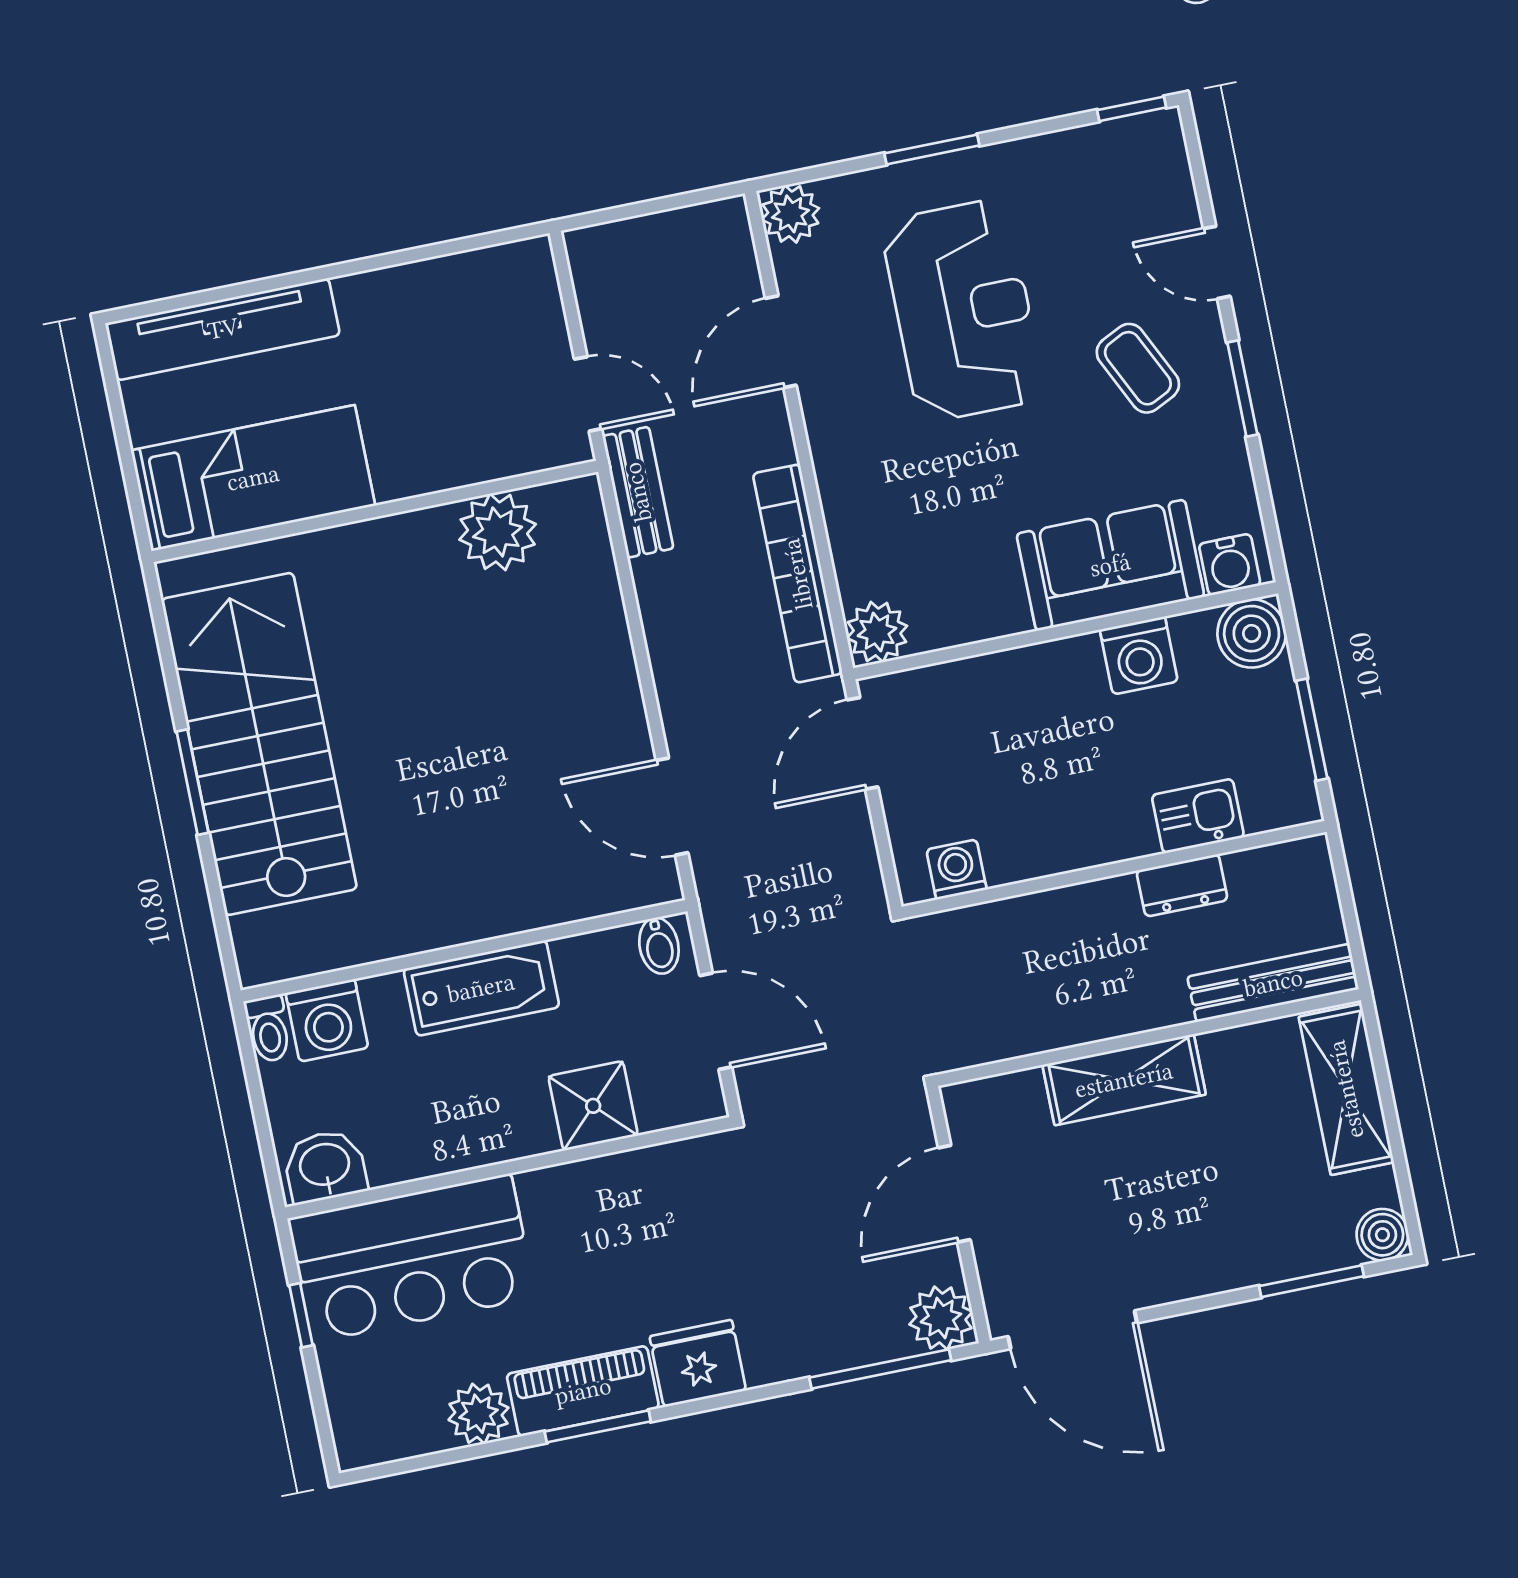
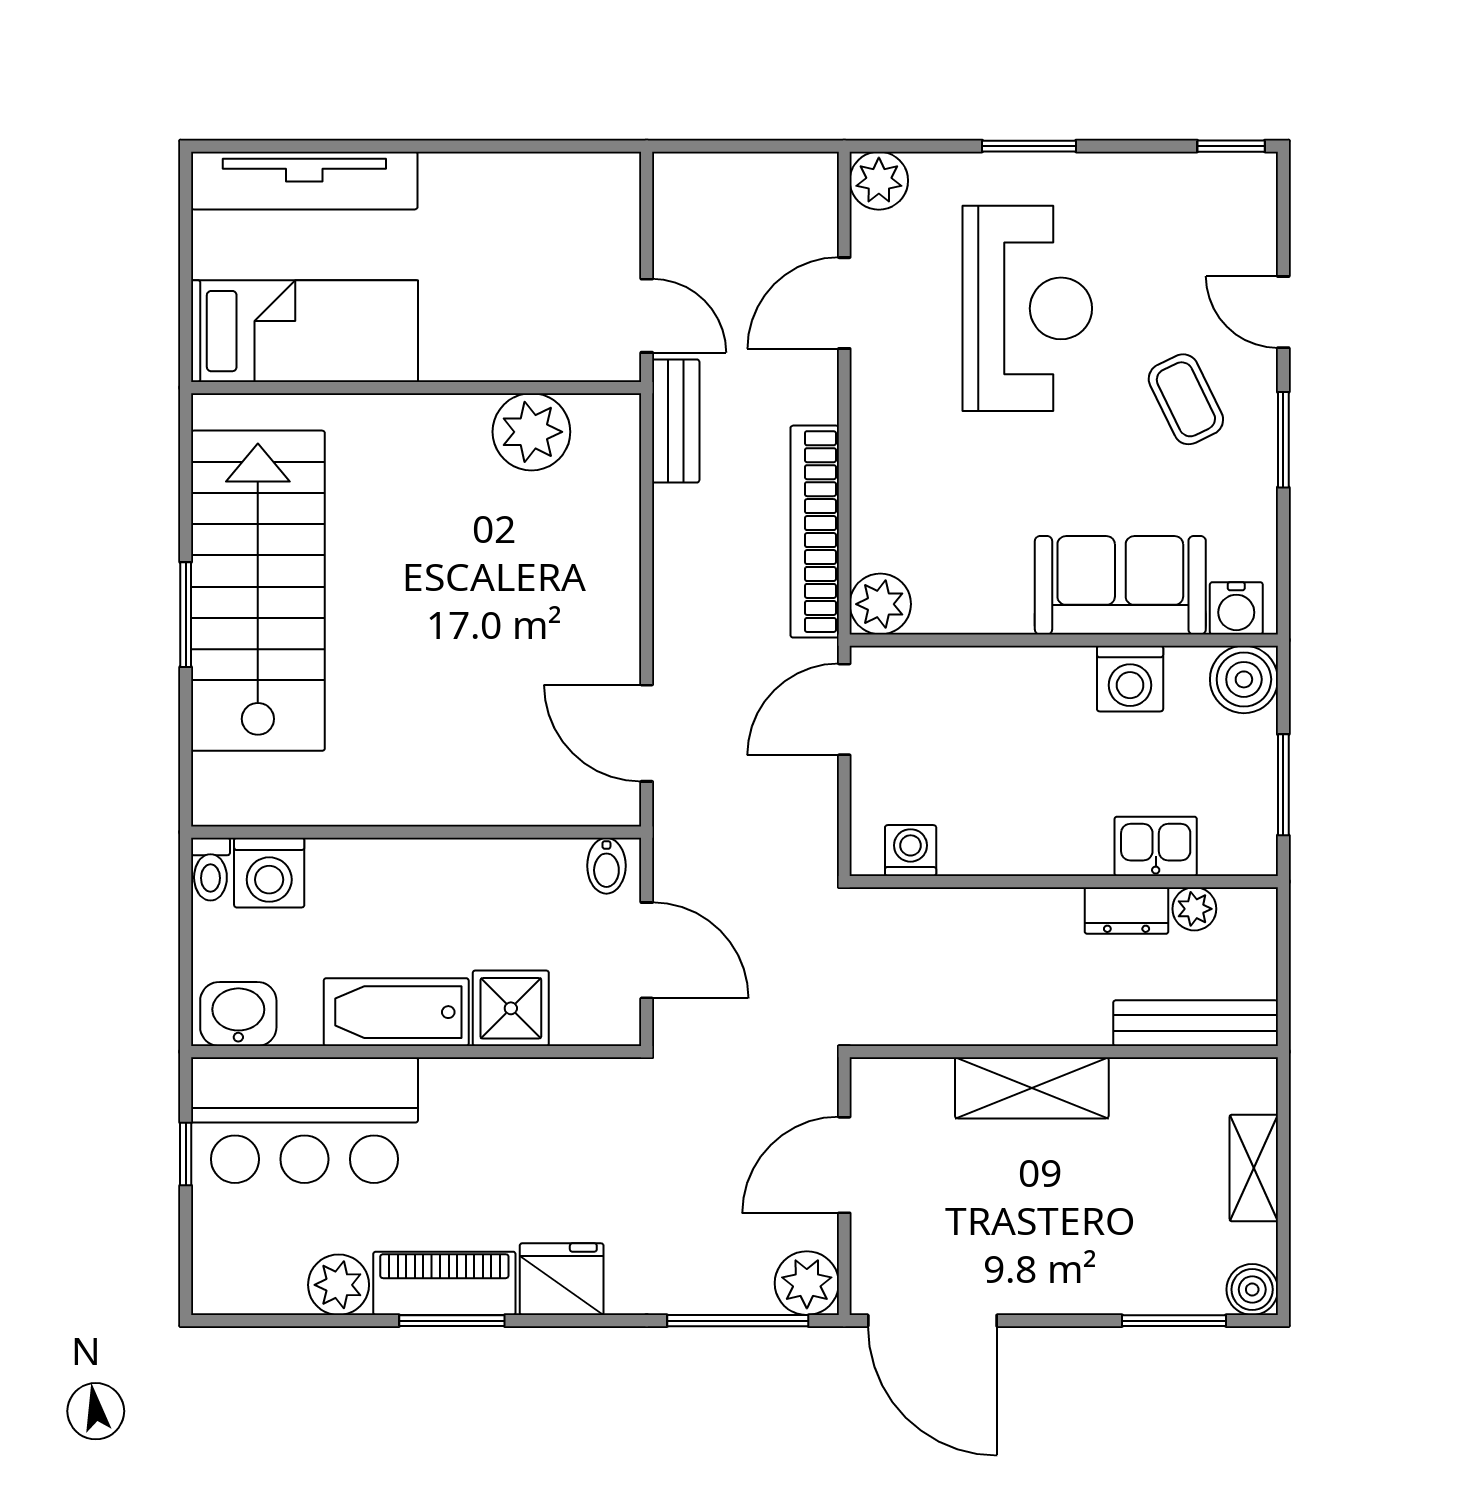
plant: (1249, 870) -> (1194, 909), added
bathtub: (481, 988) -> (396, 1012), moved, turned 180
shelving: (1346, 1089) -> (1254, 1168), width x0.67, depth x0.75

